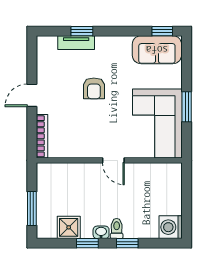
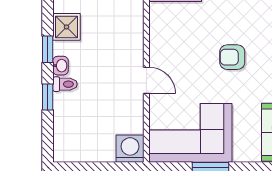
door: (113, 160) -> (146, 80), swing flipped
washing machine: (171, 227) -> (130, 149), moved

